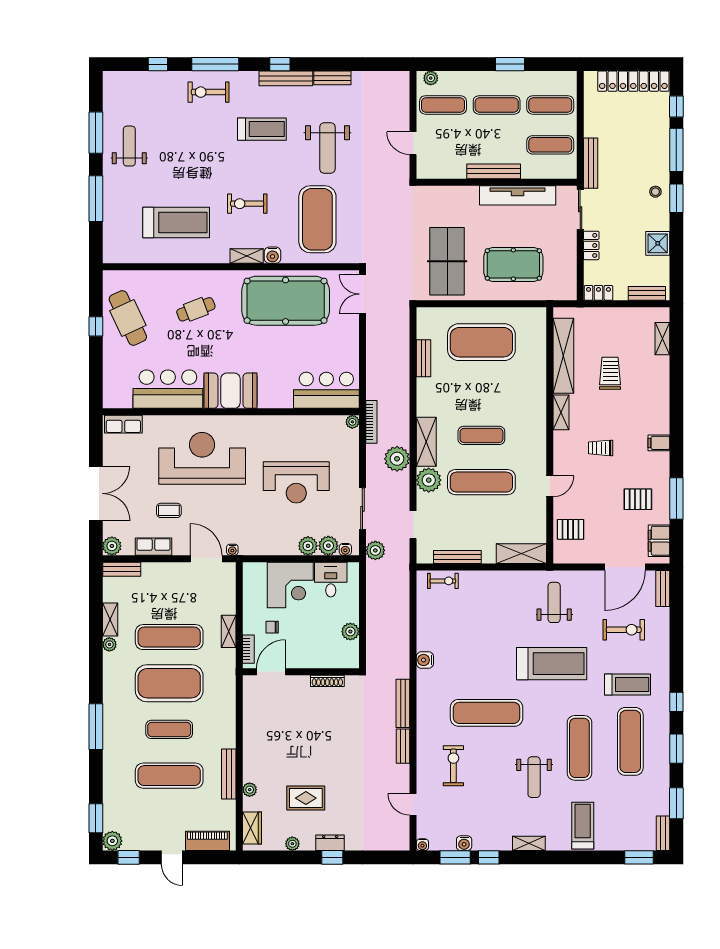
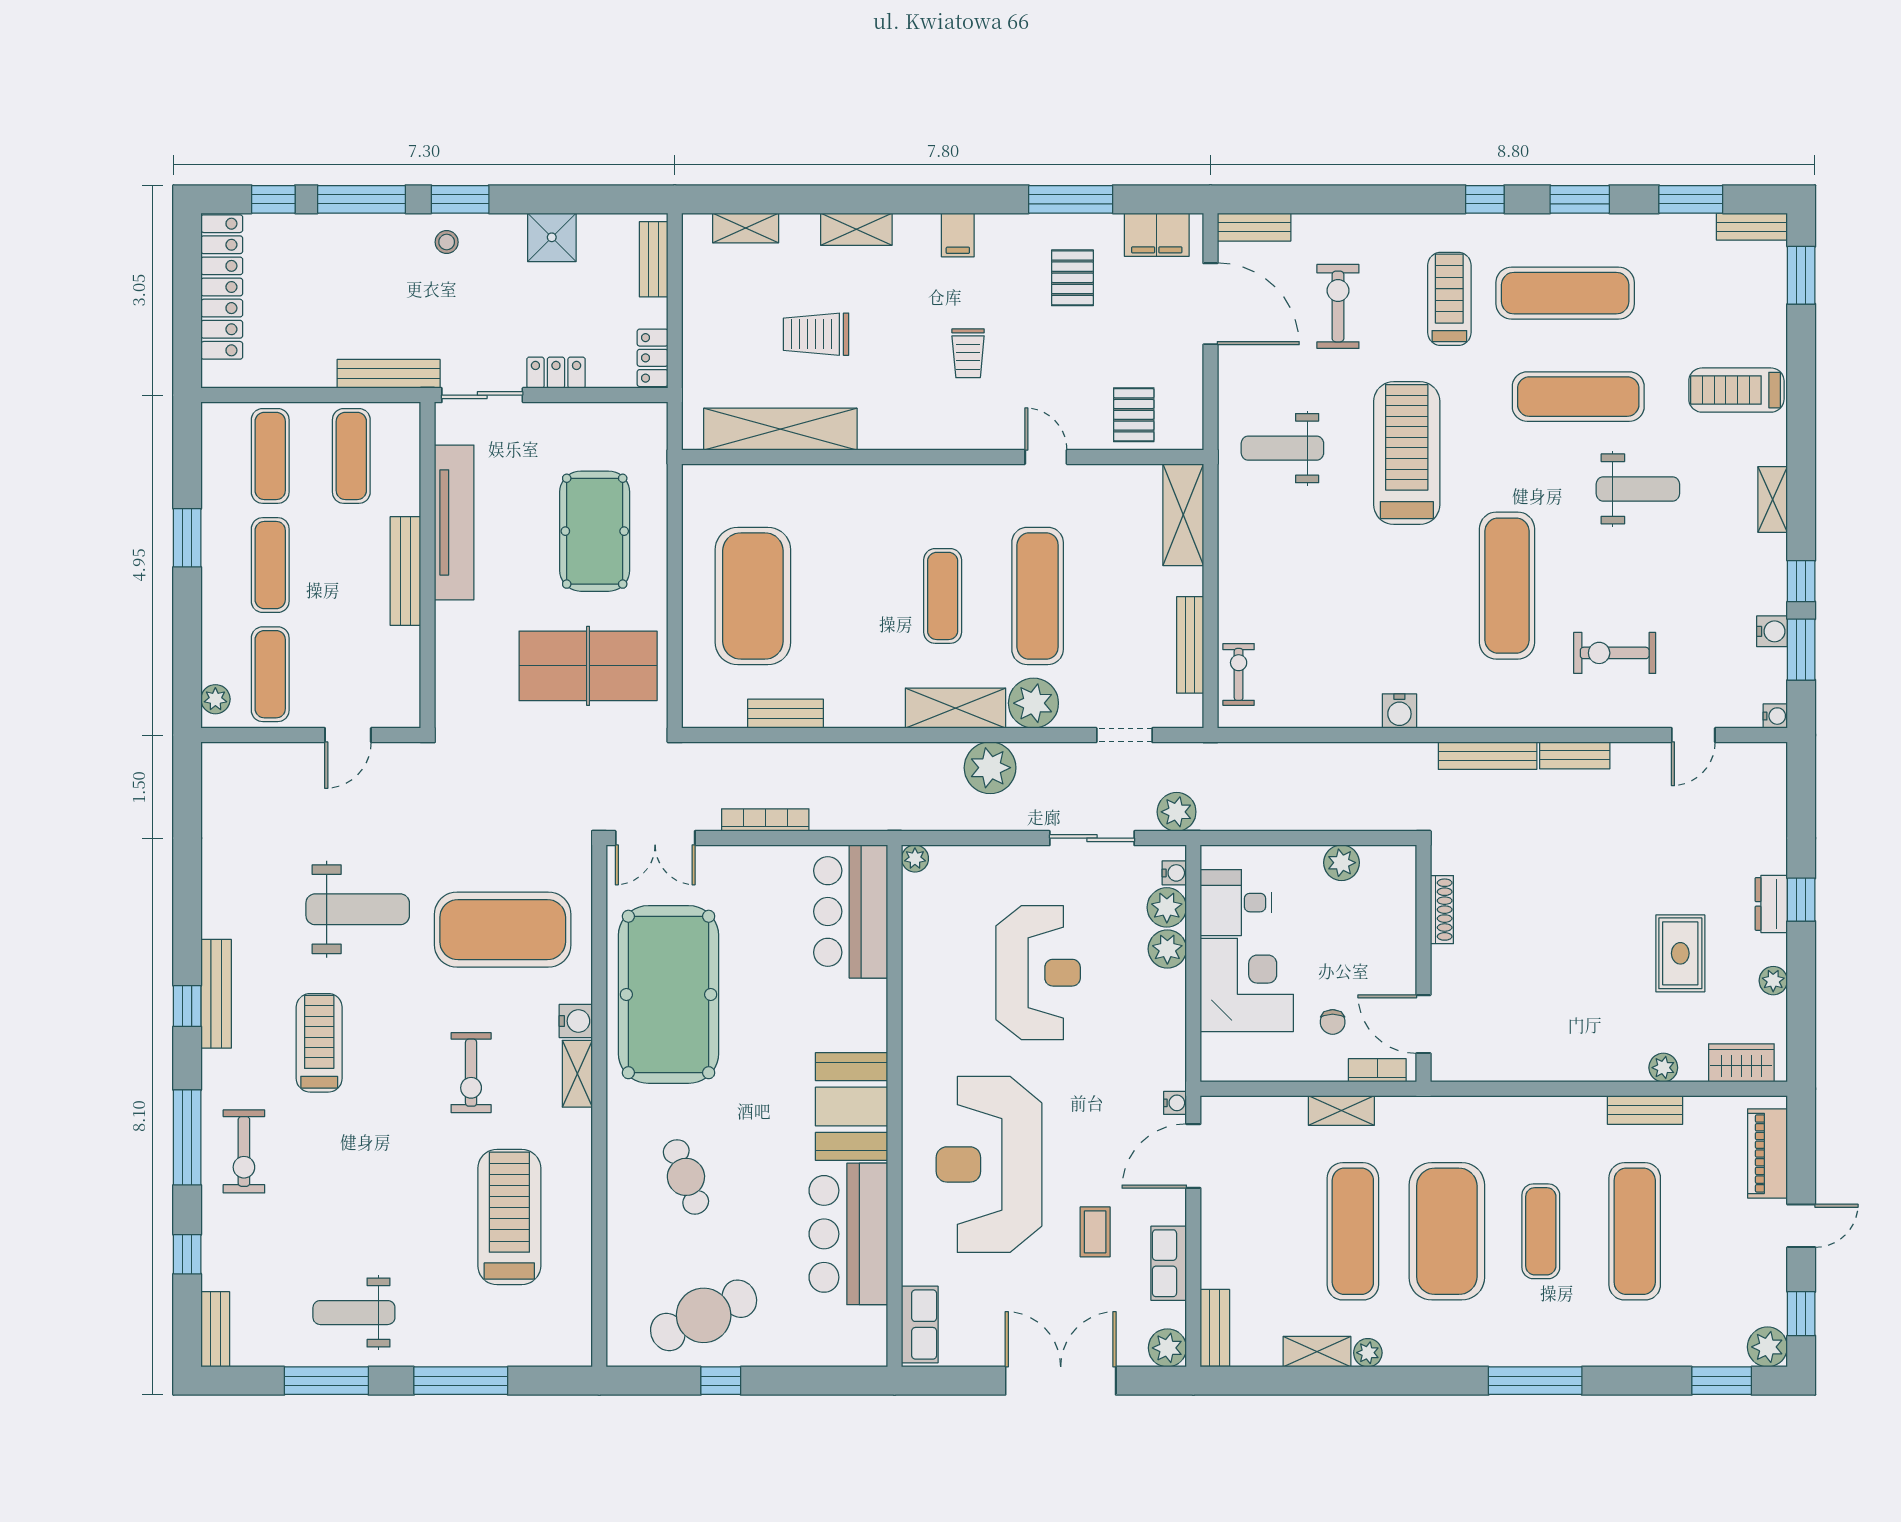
bench: (332, 78) -> (215, 1329), moved
shelving: (561, 412) -> (856, 229), moved
bookcase: (371, 422) -> (765, 820), moved
bench: (229, 774) -> (1645, 1110), width x0.73

